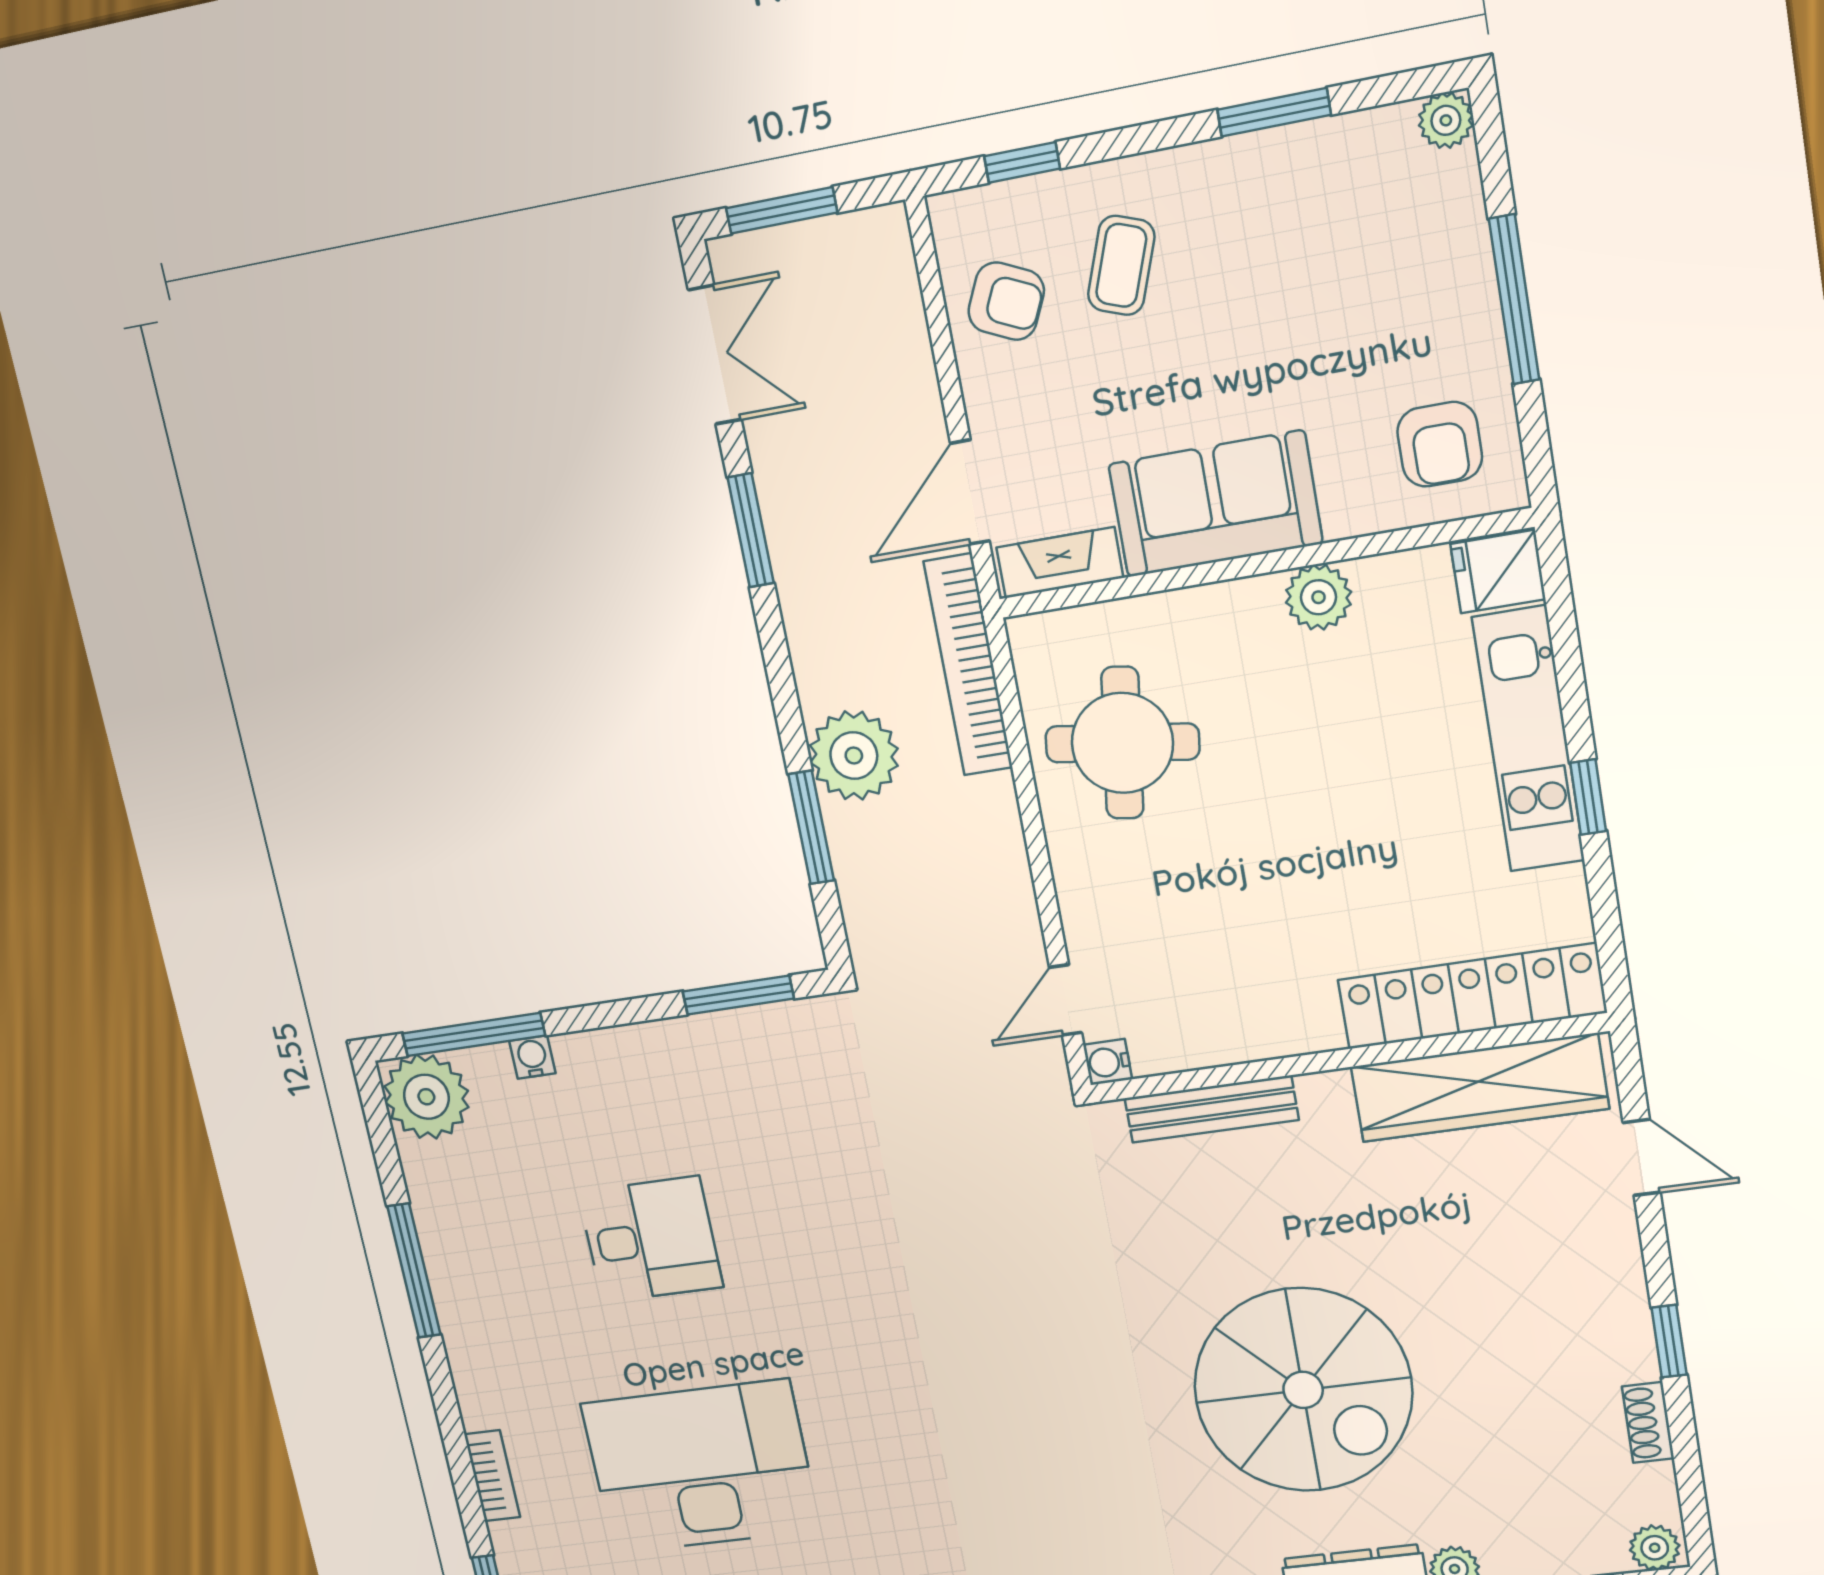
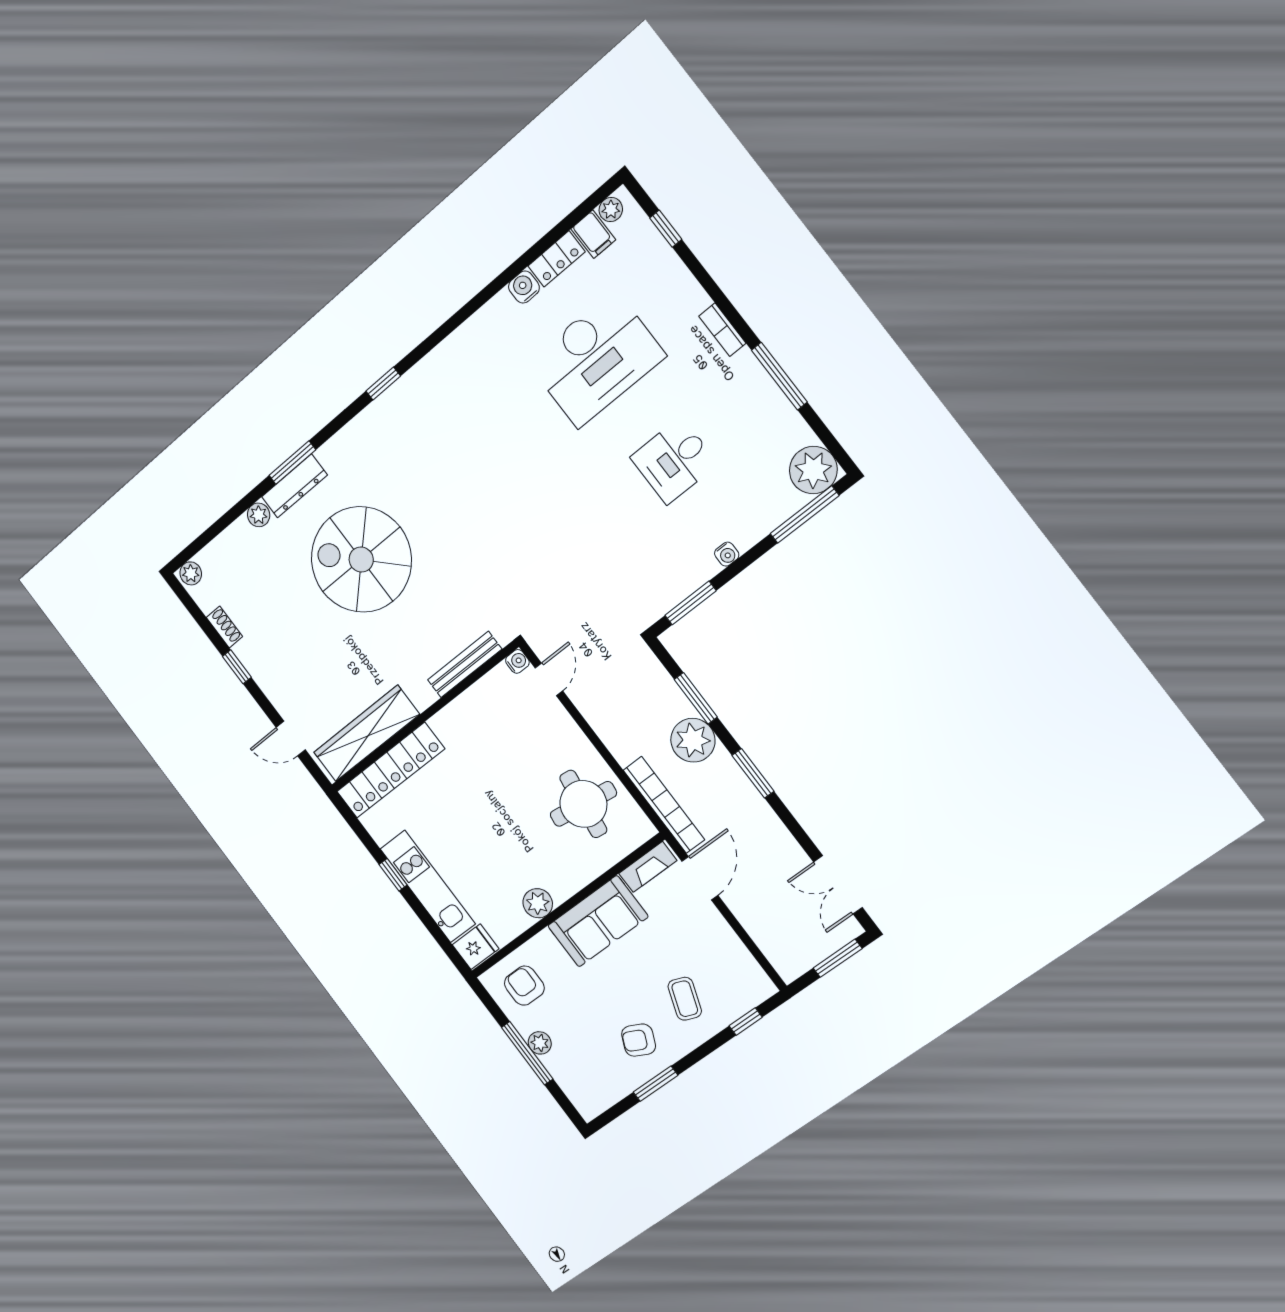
plant: (1446, 120) -> (540, 1043), moved
armchair: (1006, 301) -> (639, 1040), moved
window: (751, 530) -> (753, 773), moved
water cooler: (532, 1057) -> (727, 554), moved
bookcase: (492, 1476) -> (722, 330), moved

